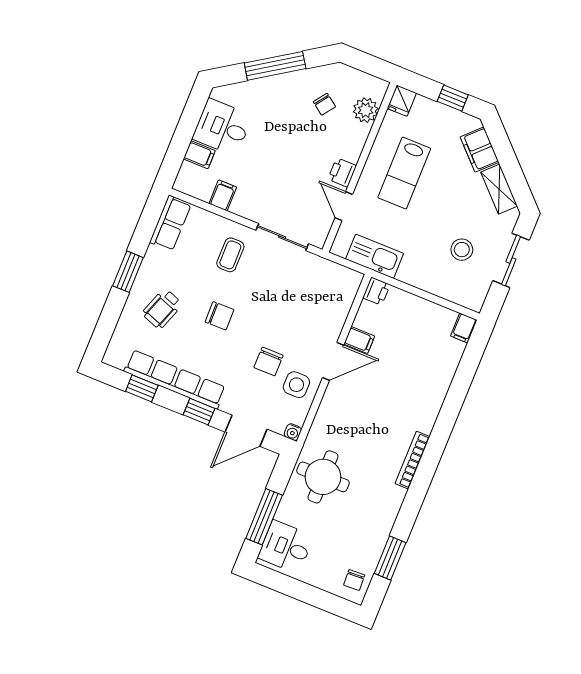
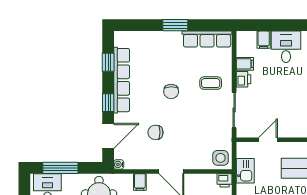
printer: (342, 172) -> (243, 79), moved, turned 90
row of seats: (170, 223) -> (207, 39), width x1.48
kitchen sink: (375, 256) -> (245, 171), width x0.73
wheelchair: (162, 309) -> (161, 55), removed
filing cabinet: (359, 340) -> (140, 182), moved
side table: (296, 385) -> (221, 158), moved
door: (246, 431) -> (108, 136), swing flipped

